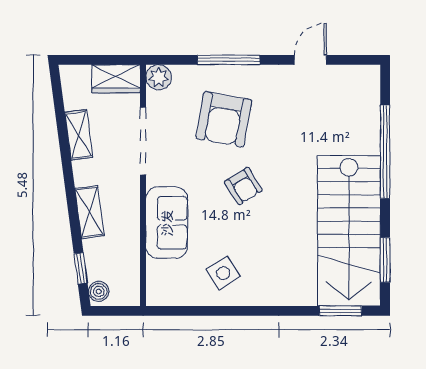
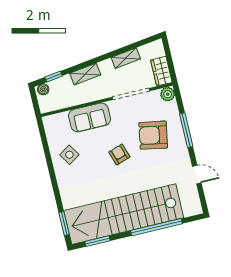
armchair: (243, 186) -> (119, 154), turned 104
stairs: (349, 231) -> (124, 214), width x1.36

